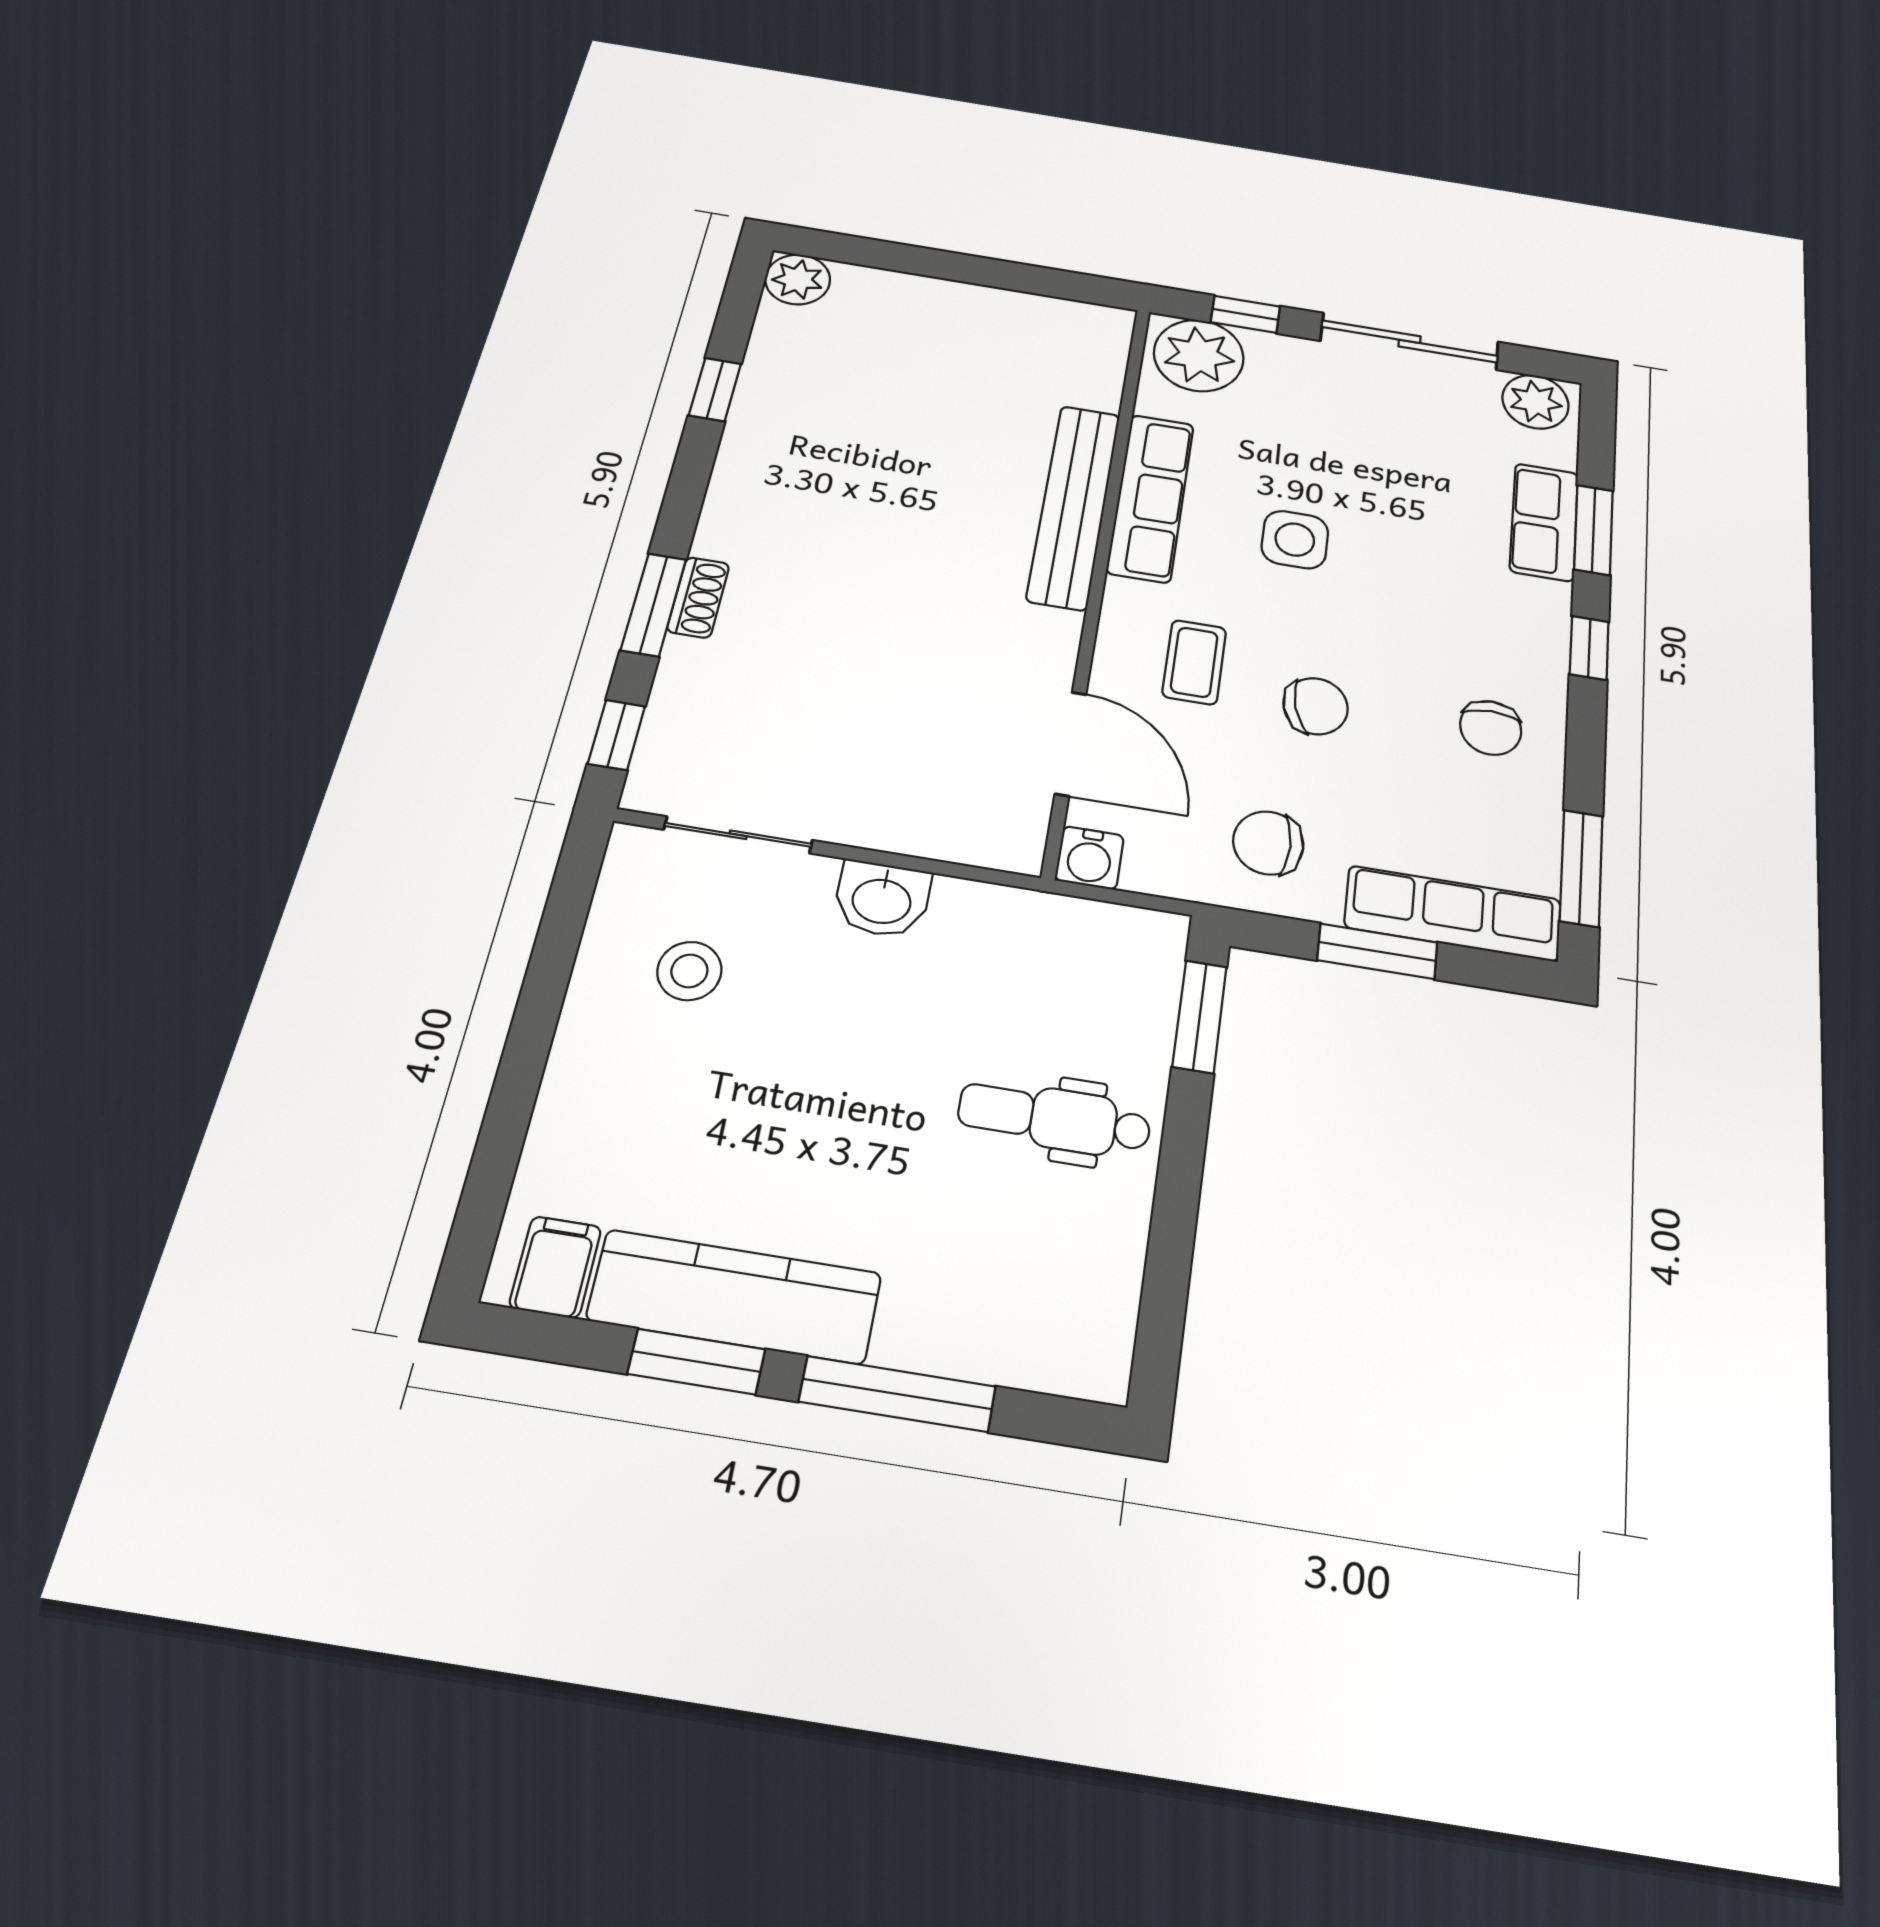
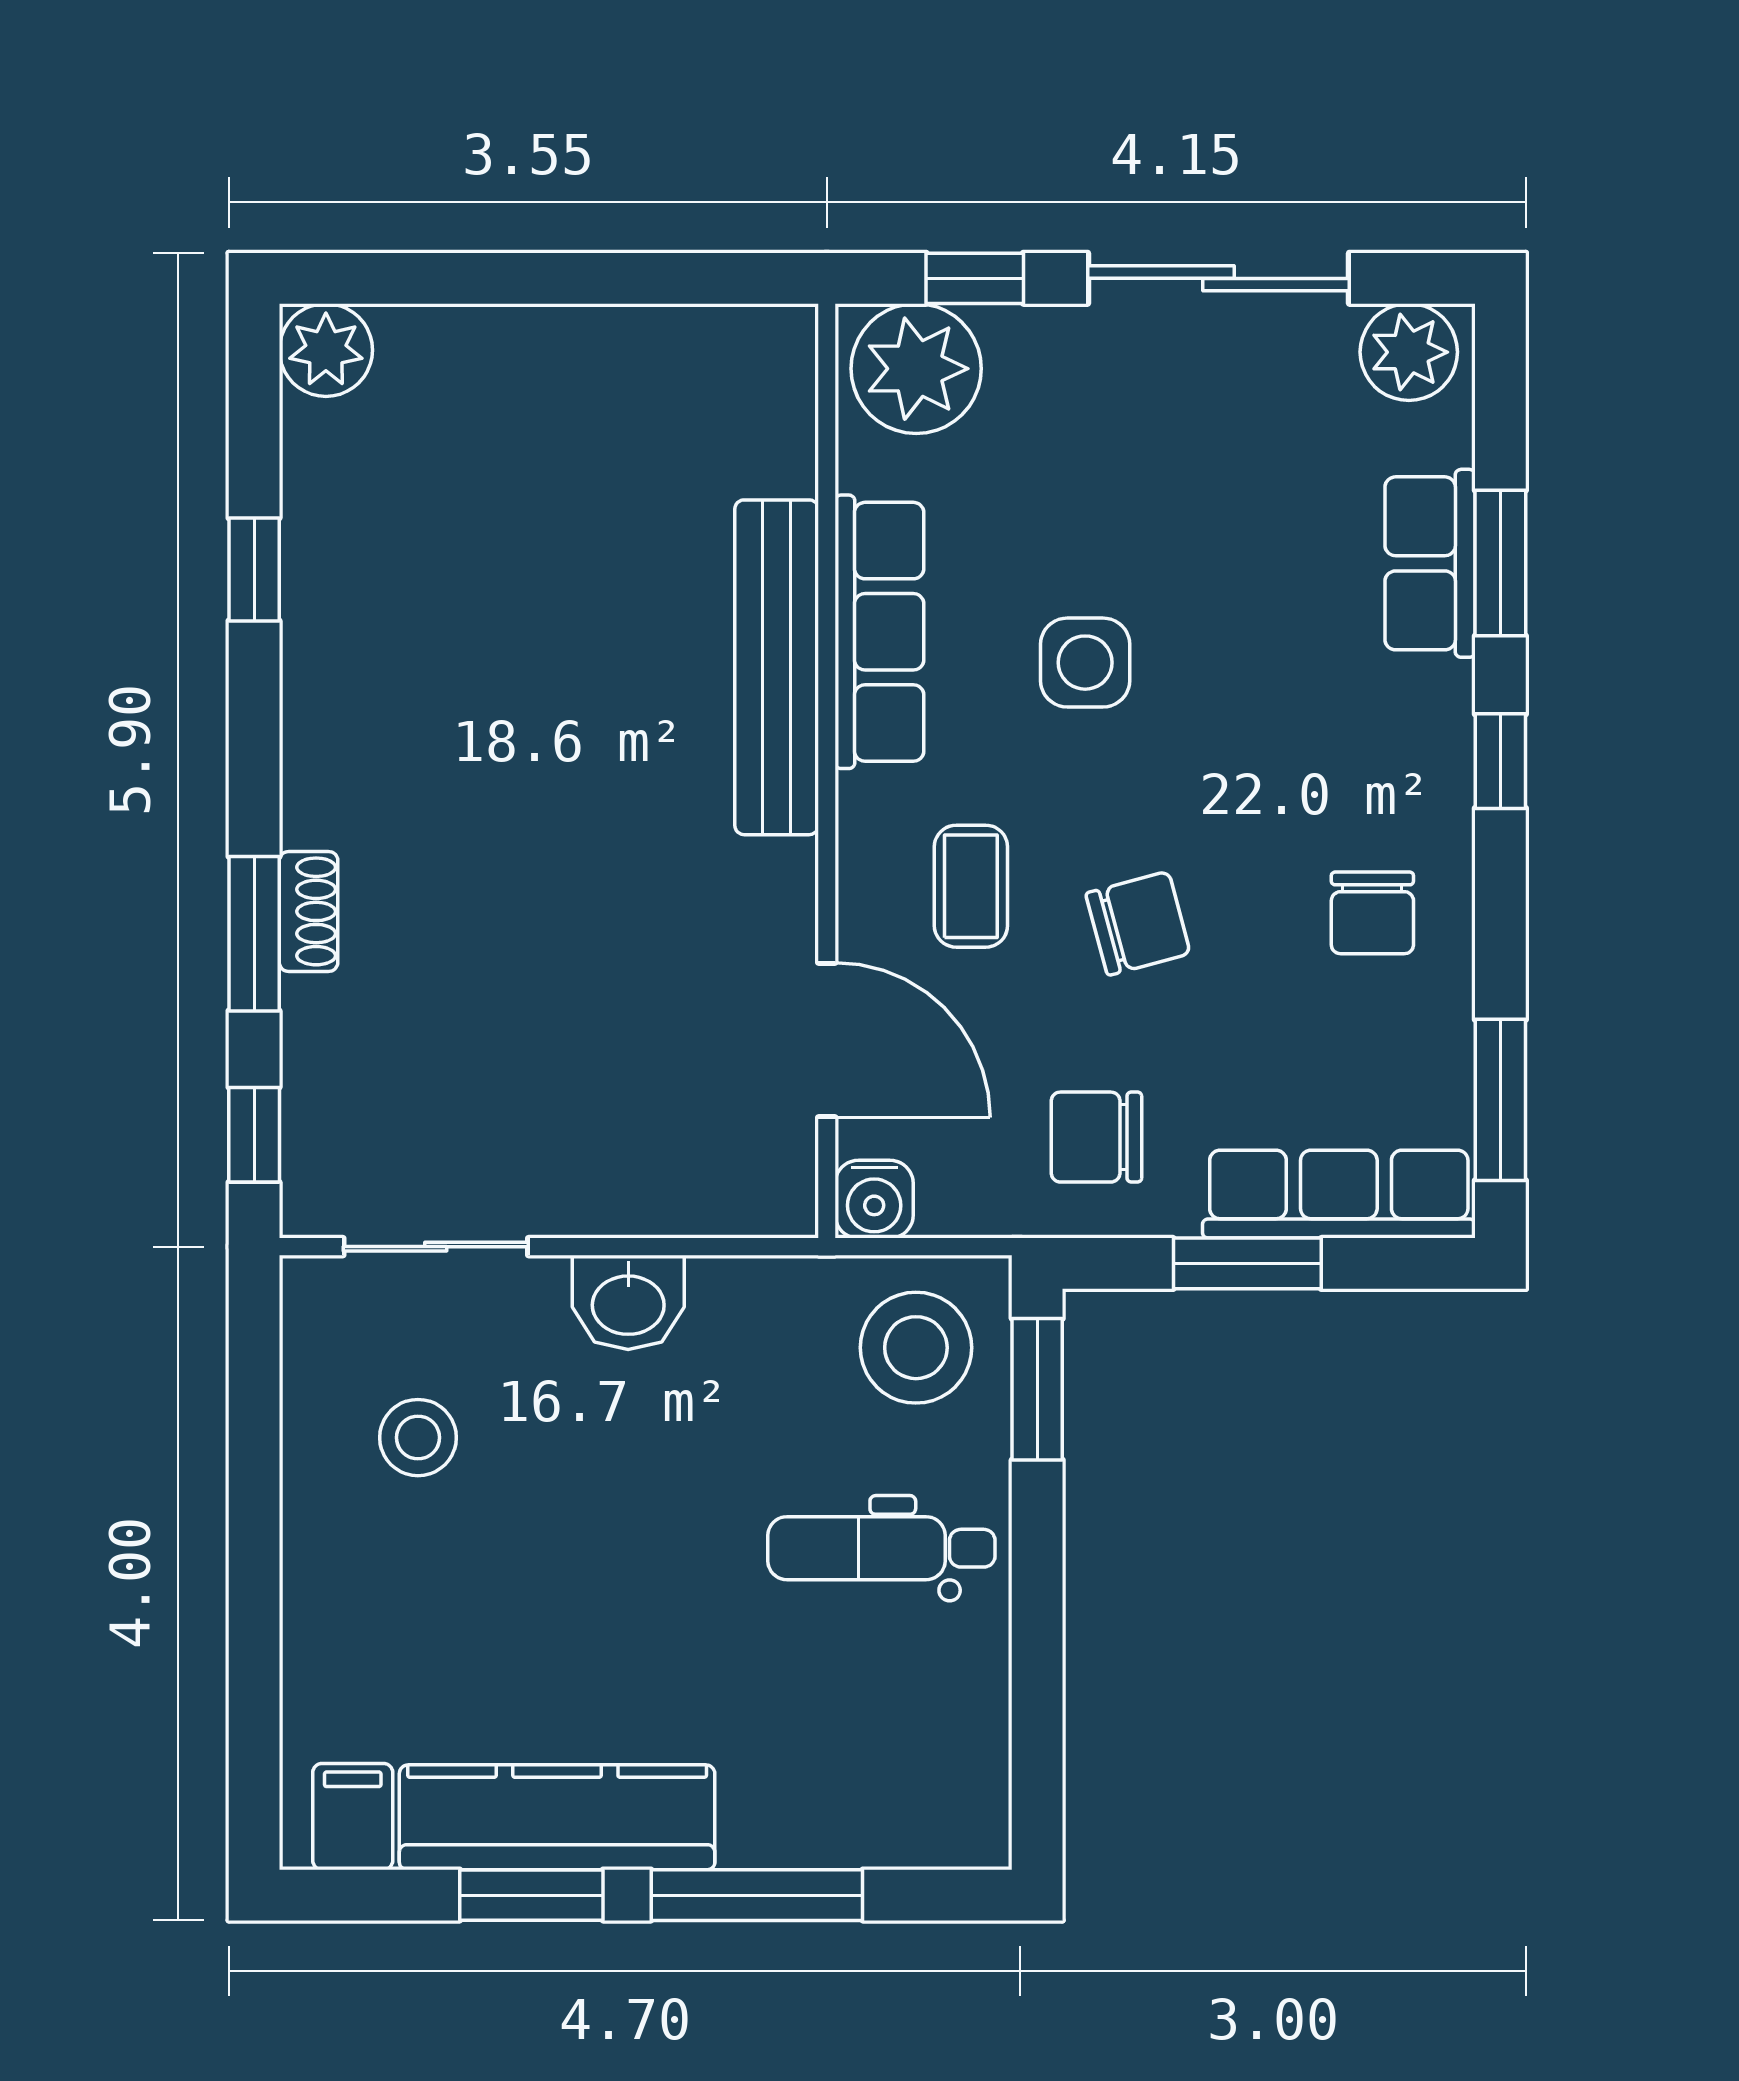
stool: (1106, 970) -> (916, 1348), added

